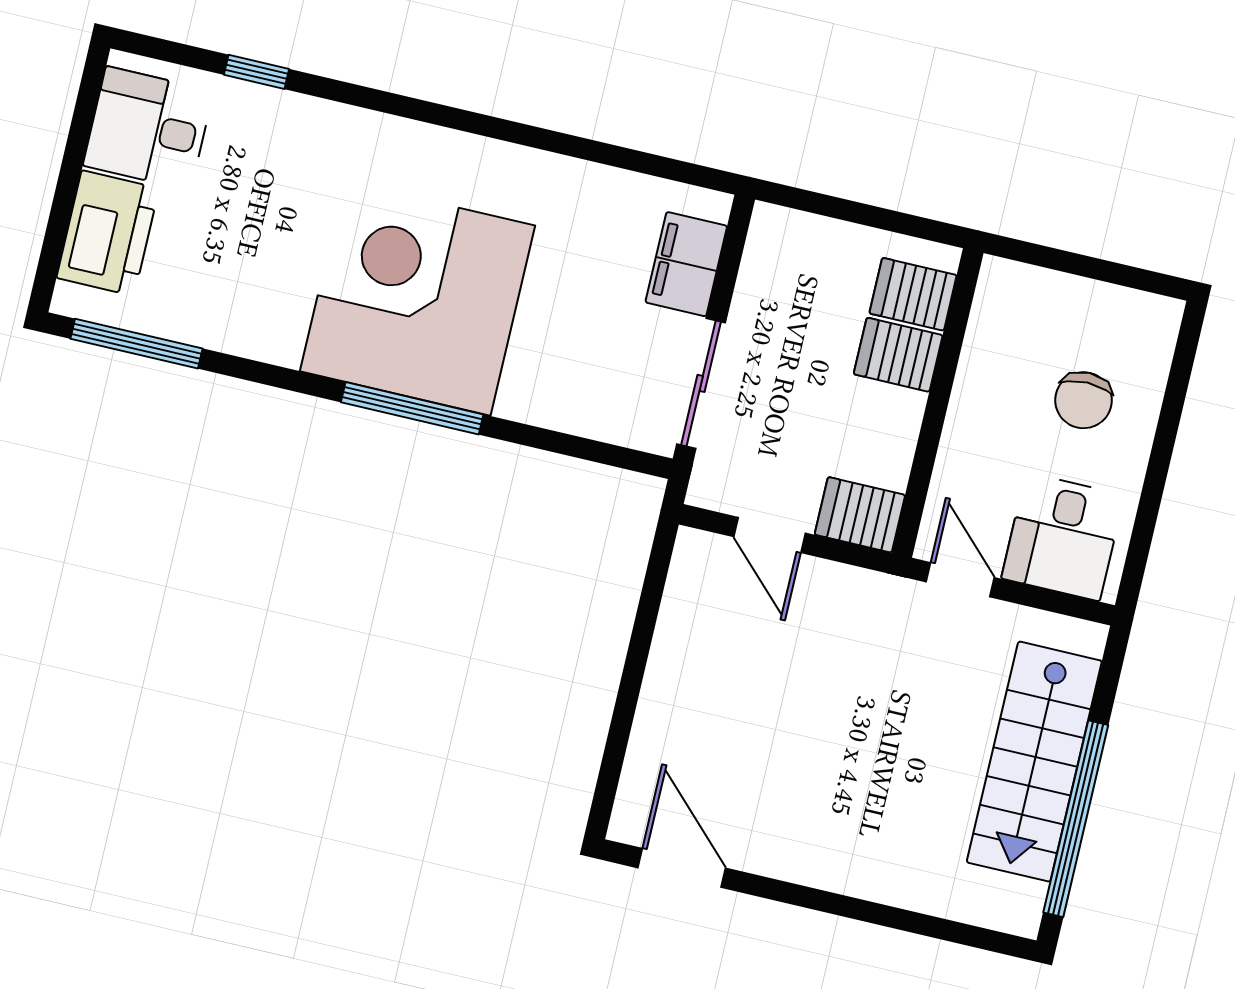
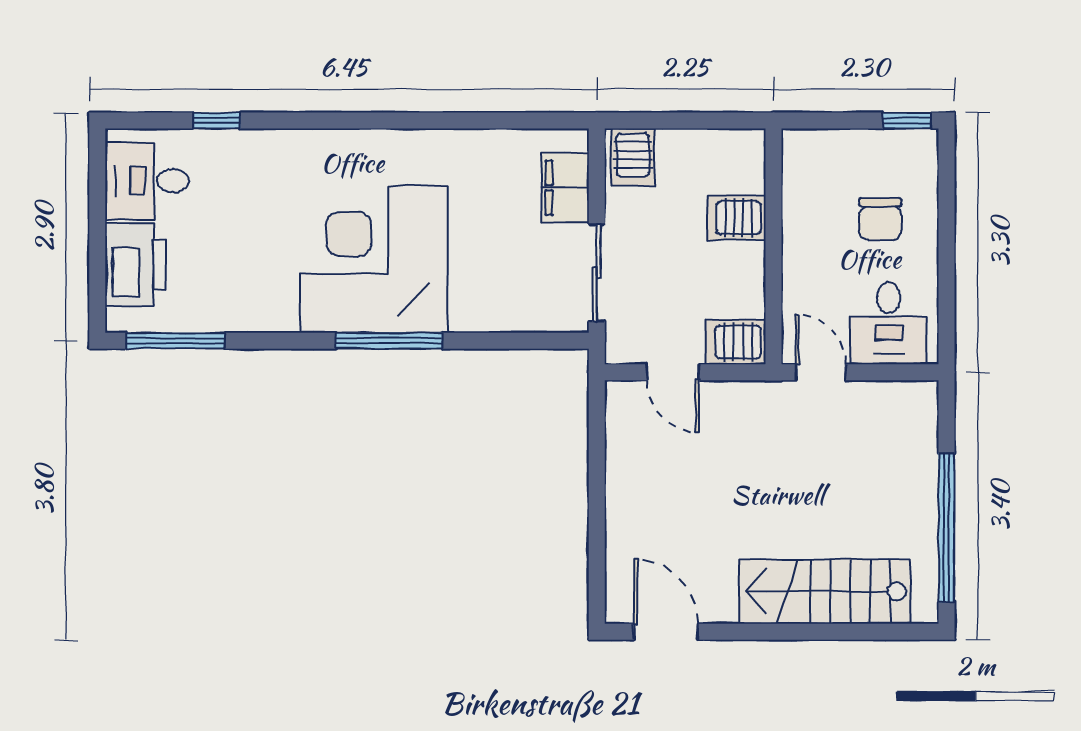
window: (1148, 281) -> (907, 121), added
server rack: (913, 294) -> (633, 157), moved, turned -90
stairs: (1034, 762) -> (825, 591), moved, turned 90

